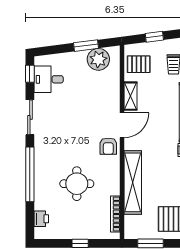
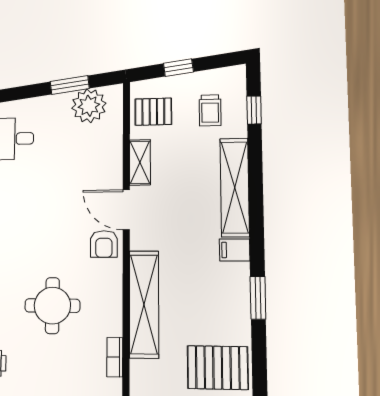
door: (122, 125) -> (126, 210), swing flipped
bookcase: (115, 214) -> (115, 357), width x0.64

